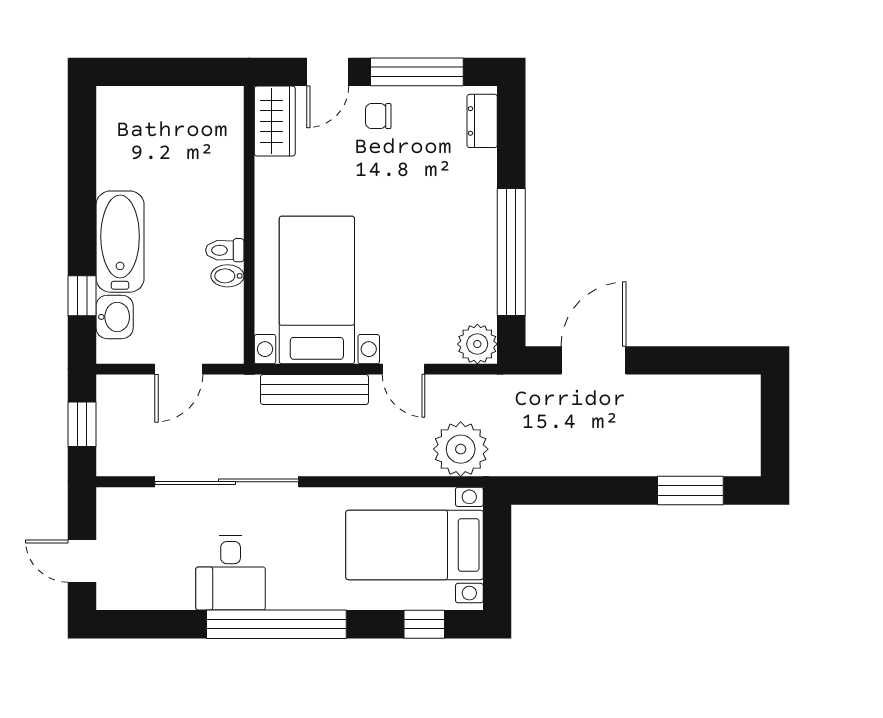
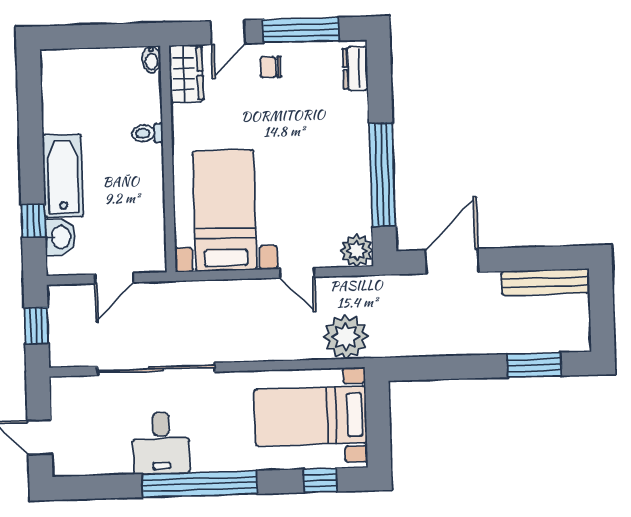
toilet: (225, 250) -> (147, 133), moved
bidet: (227, 276) -> (151, 59), moved, turned -90
bench: (314, 390) -> (545, 282), moved

